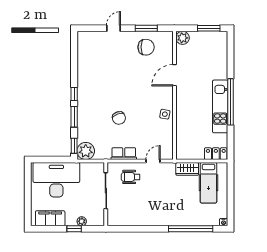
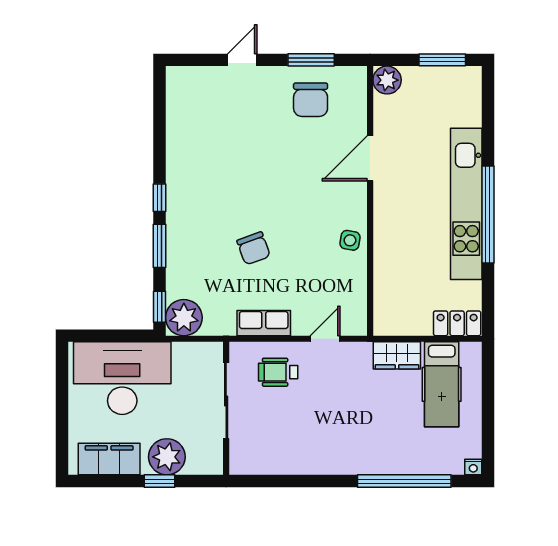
chair: (146, 47) -> (311, 100), turned 90
kitchen unit: (220, 106) -> (466, 204), width x1.36
plant: (82, 221) -> (167, 457), width x1.88, depth x1.88

